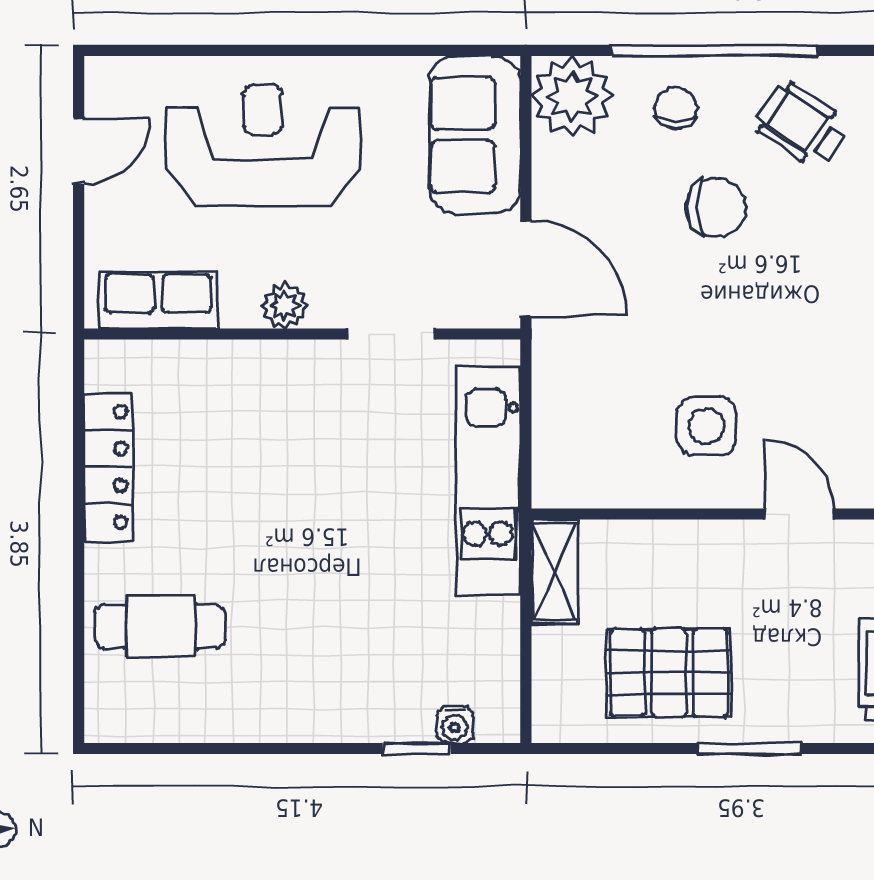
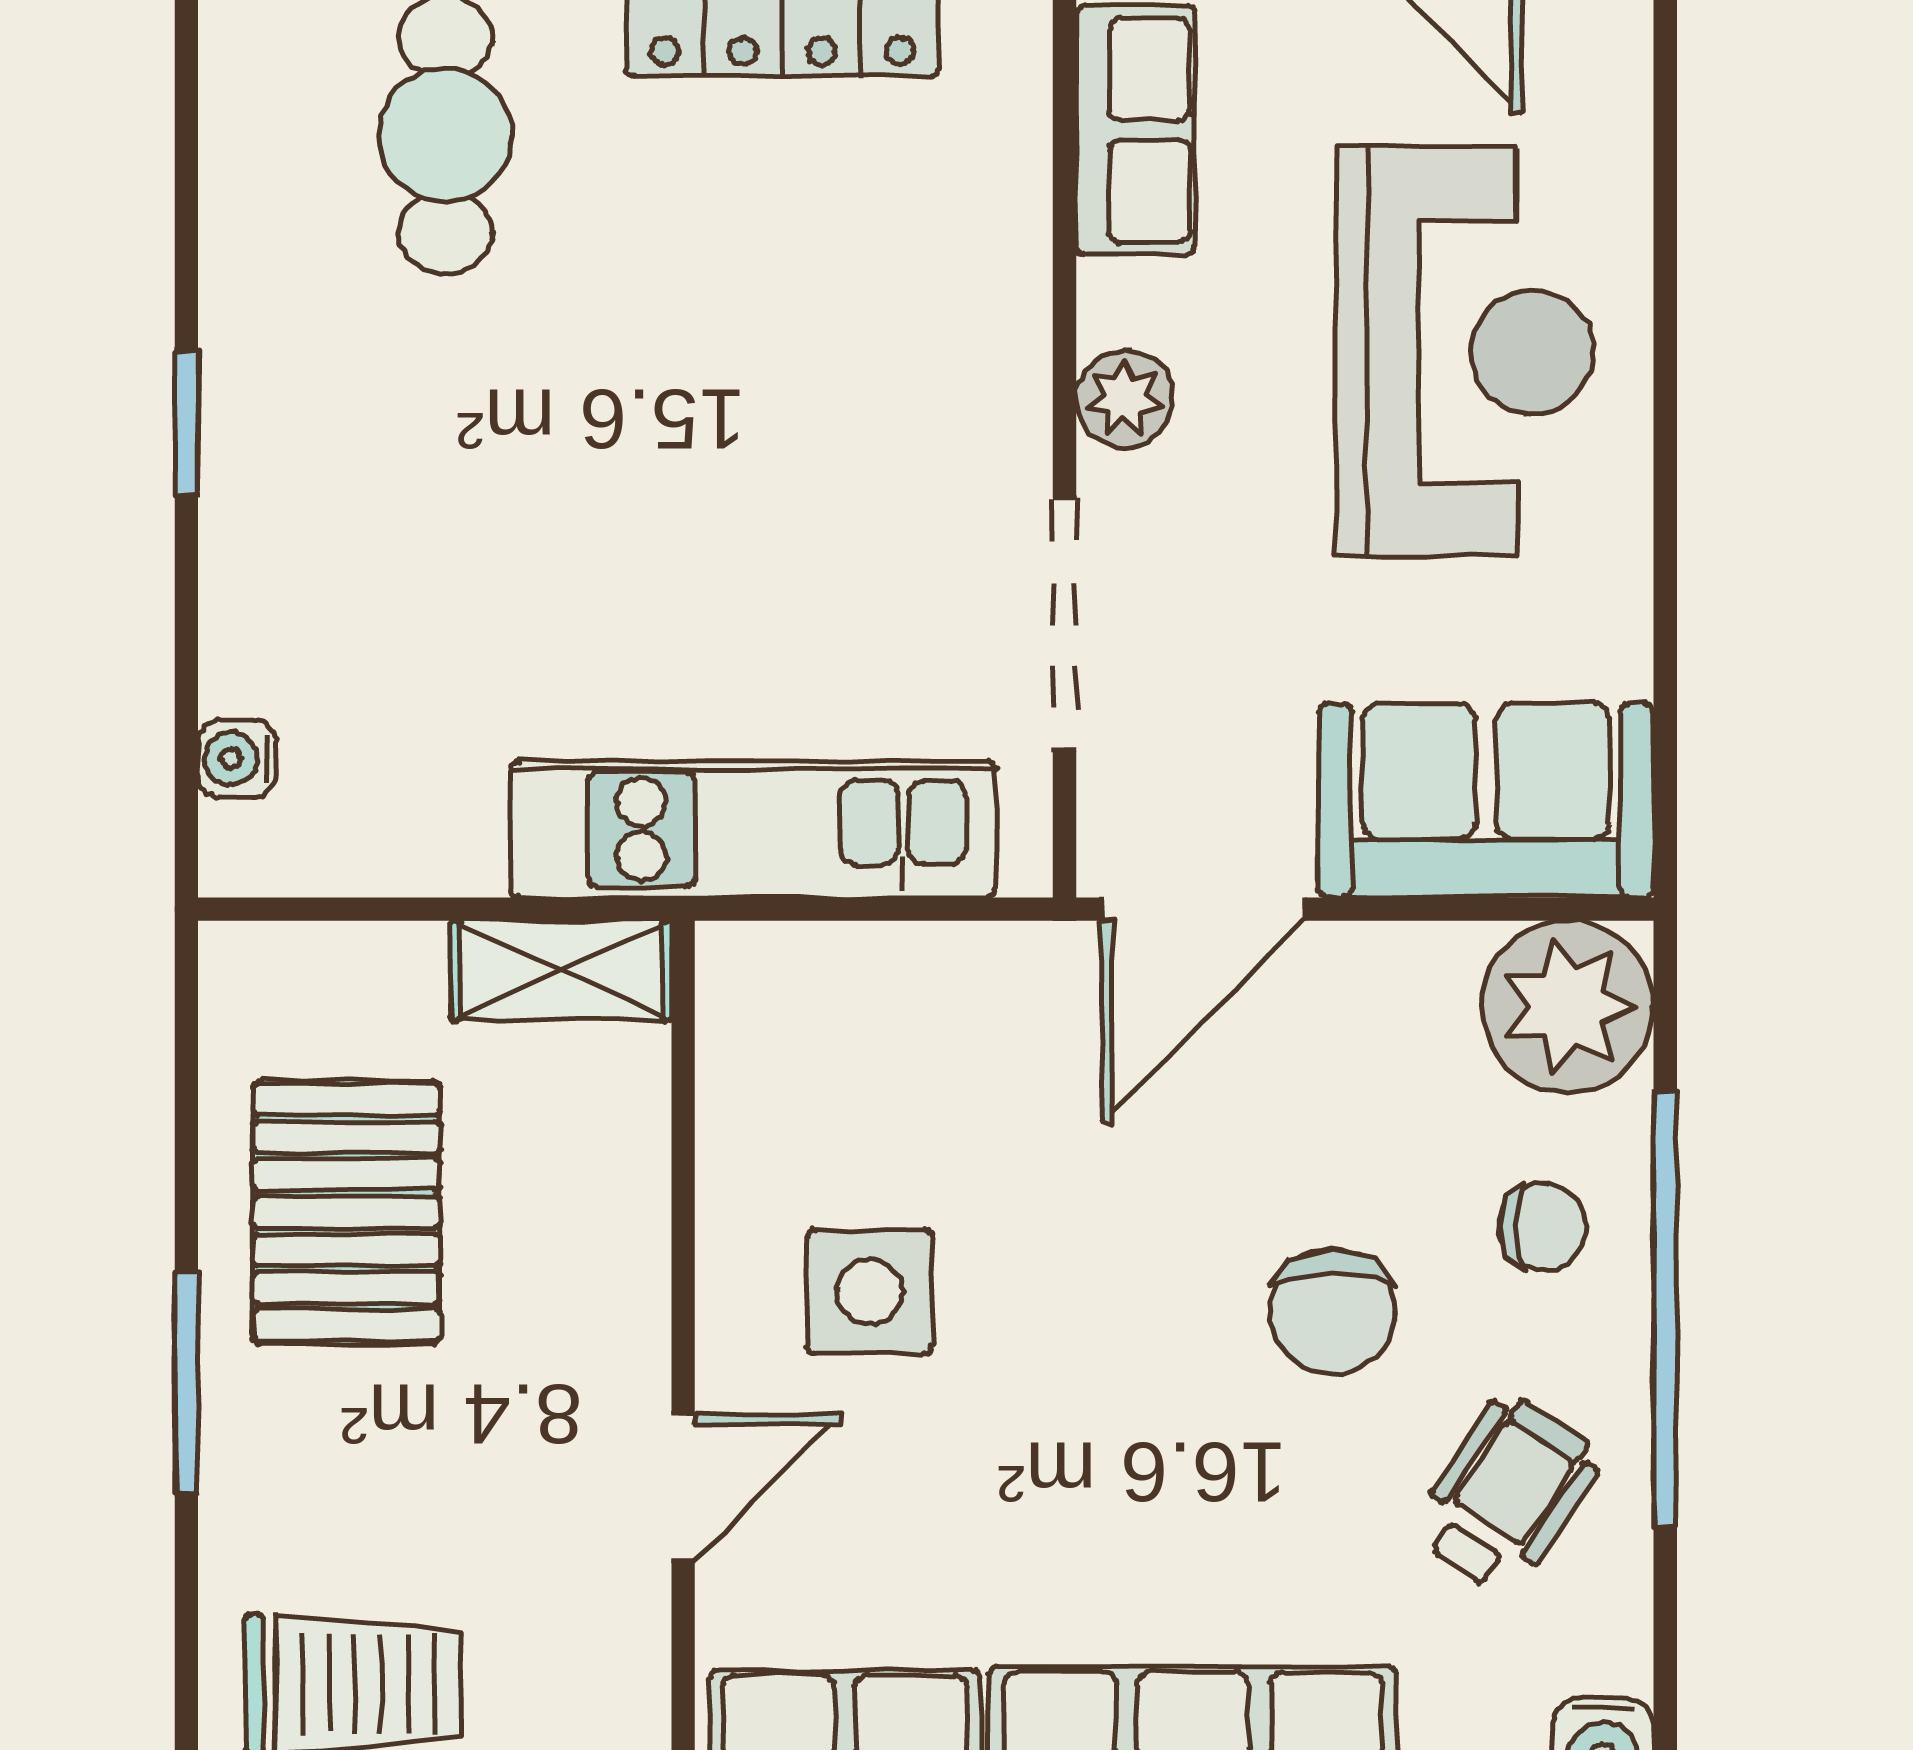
doorway: (392, 334) -> (1064, 625), width x1.38
window: (417, 749) -> (186, 423), moved

